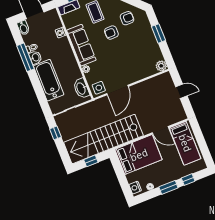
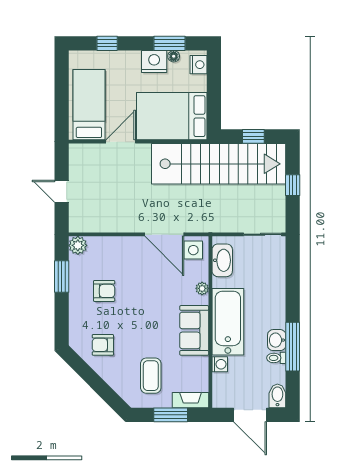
armchair: (111, 33) -> (104, 291), moved
window: (158, 33) -> (62, 277), moved
sofa: (81, 45) -> (194, 330), width x0.73
bathtub: (49, 80) -> (228, 322), moved, turned 180
door: (117, 90) -> (164, 234), swing flipped
door: (160, 130) -> (121, 142), hinge flipped
window: (55, 133) -> (293, 185), moved
nightstand: (159, 180) -> (154, 62), added
window: (168, 187) -> (169, 43), moved

